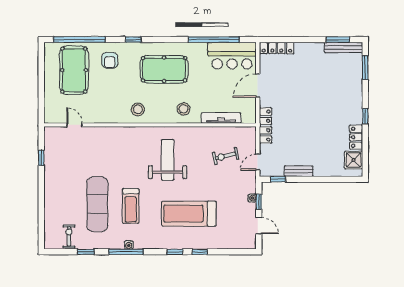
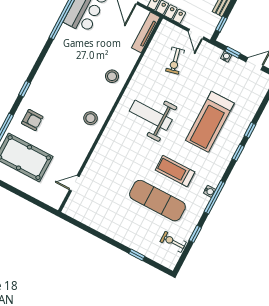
pool table: (164, 69) -> (67, 75), removed
tv unit: (221, 118) -> (146, 32), moved
window: (41, 158) -> (137, 255), moved
treadmill: (131, 206) -> (175, 171), turned 180

